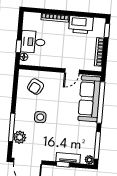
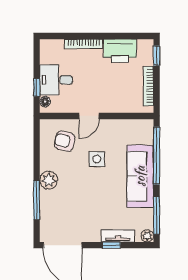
door: (72, 71) -> (89, 116), moved
armchair: (36, 87) -> (65, 141), turned 75
sofa: (89, 99) -> (140, 176), moved
side table: (40, 117) -> (97, 159), moved
plant: (20, 137) -> (49, 180), moved

